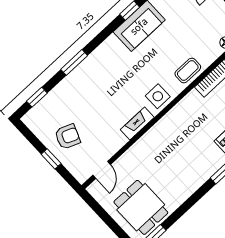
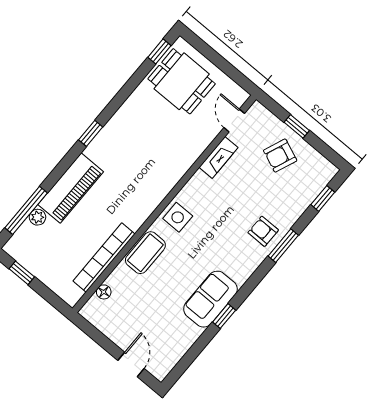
coffee table: (188, 71) -> (145, 253), width x1.36, depth x1.30
armchair: (89, 76) -> (263, 231), added
fireplace: (137, 124) -> (219, 157), moved

